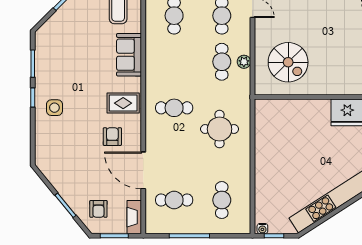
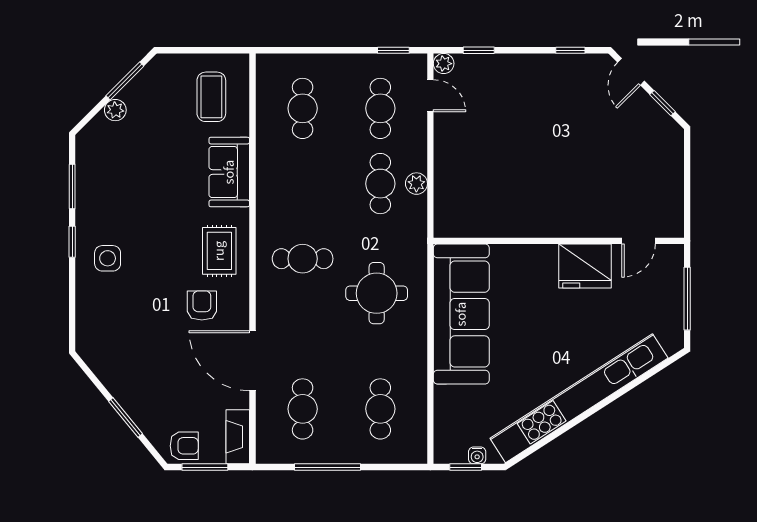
plant: (59, 17) -> (115, 110), added
spiral stairs: (288, 62) -> (488, 184), removed
rug: (123, 103) -> (219, 251), turned 90
sofa: (271, 142) -> (461, 314), added
cafe table: (174, 200) -> (303, 409), turned 90
armchair: (98, 209) -> (184, 446), moved, turned -90
water cooler: (262, 229) -> (477, 455), moved

